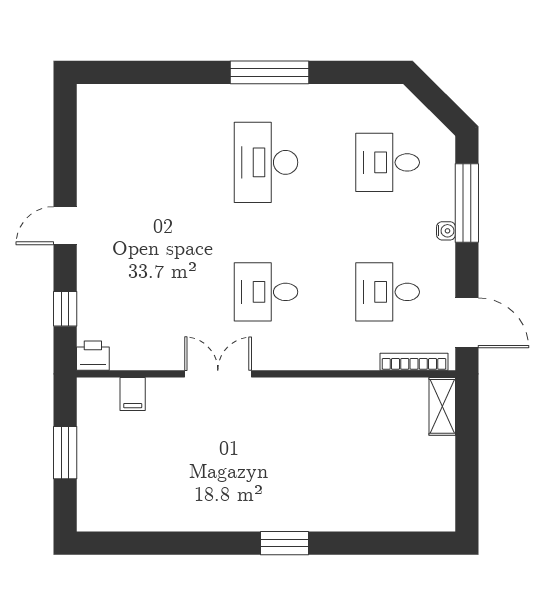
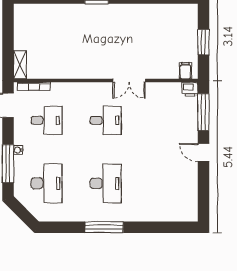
desk: (388, 162) -> (47, 183), width x1.37
door: (65, 226) -> (203, 153), swing flipped
window: (65, 309) -> (203, 112), width x2.17
filing cabinet: (133, 394) -> (185, 71), moved

